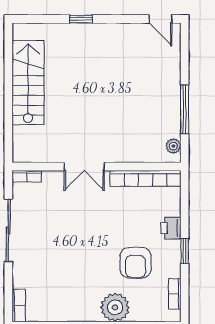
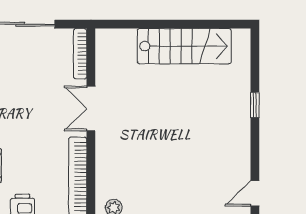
bookcase: (27, 176) -> (80, 54), width x1.56

